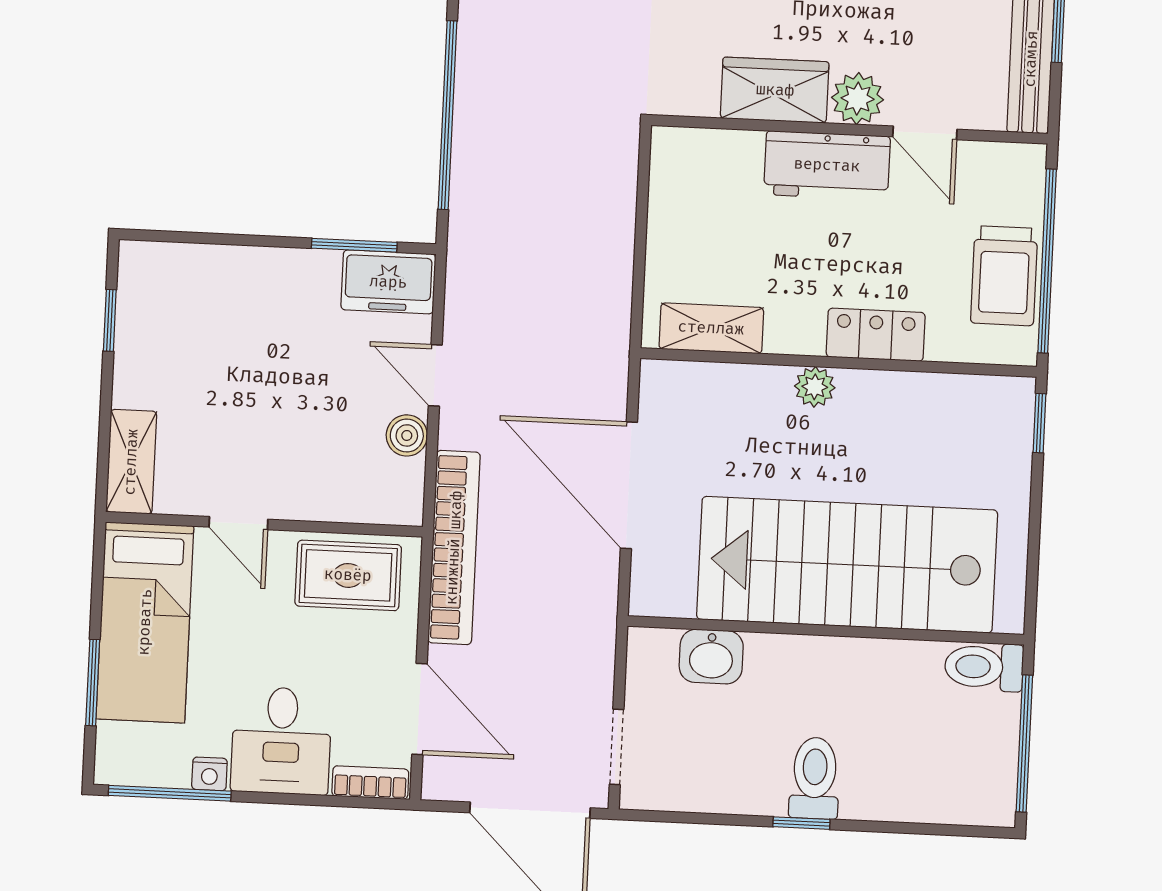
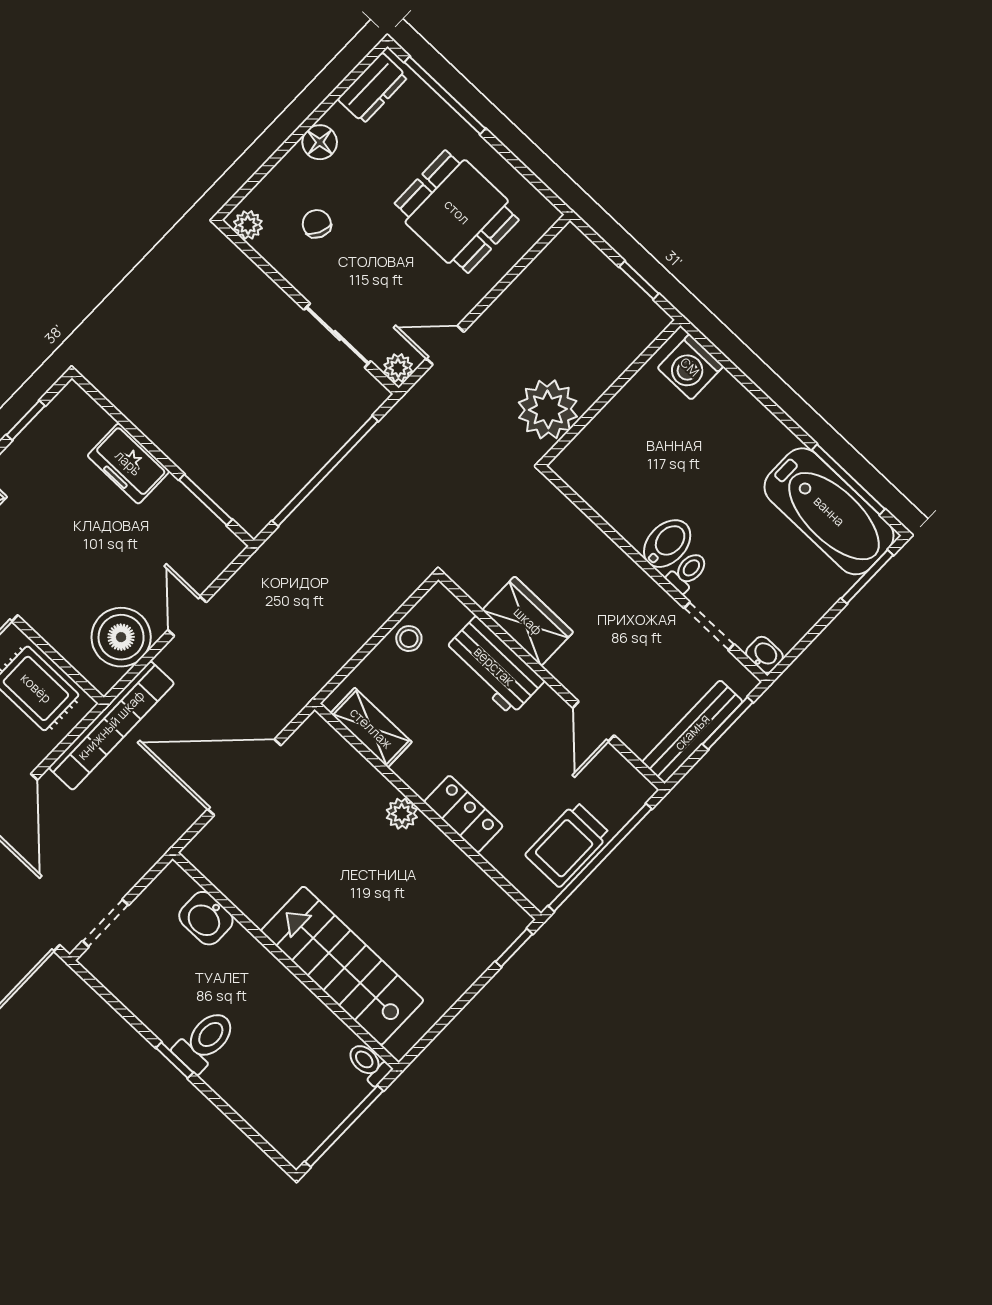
plant: (858, 99) -> (572, 668), removed
workbench: (827, 165) -> (494, 666), moved
stool: (673, 209) -> (409, 639), added
freezer: (388, 282) -> (128, 463), moved
boiler: (407, 435) -> (121, 637), width x1.86, depth x1.86
door: (629, 485) -> (244, 777), hinge flipped
stairs: (847, 565) -> (342, 966), width x0.73, depth x0.66
toilet: (984, 667) -> (369, 1064), width x0.73, depth x0.72

